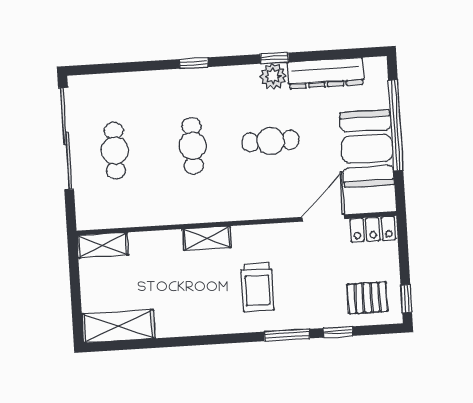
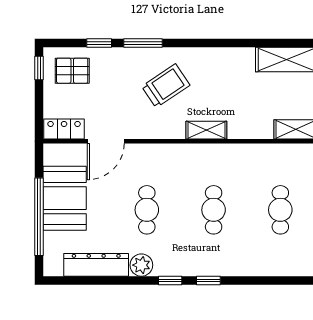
window: (275, 58) -> (170, 280), moved
cafe table: (270, 141) -> (147, 210), turned 90
trolley: (257, 287) -> (166, 86), turned 56

